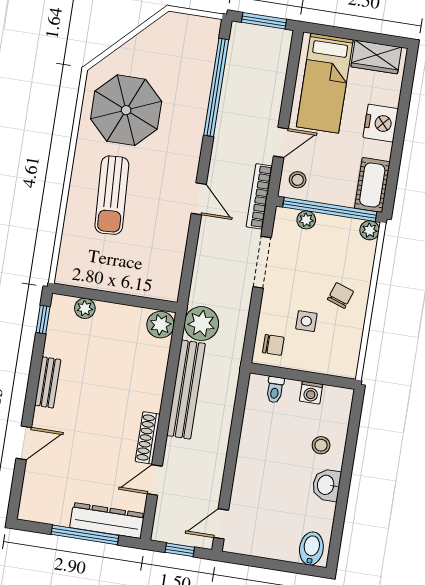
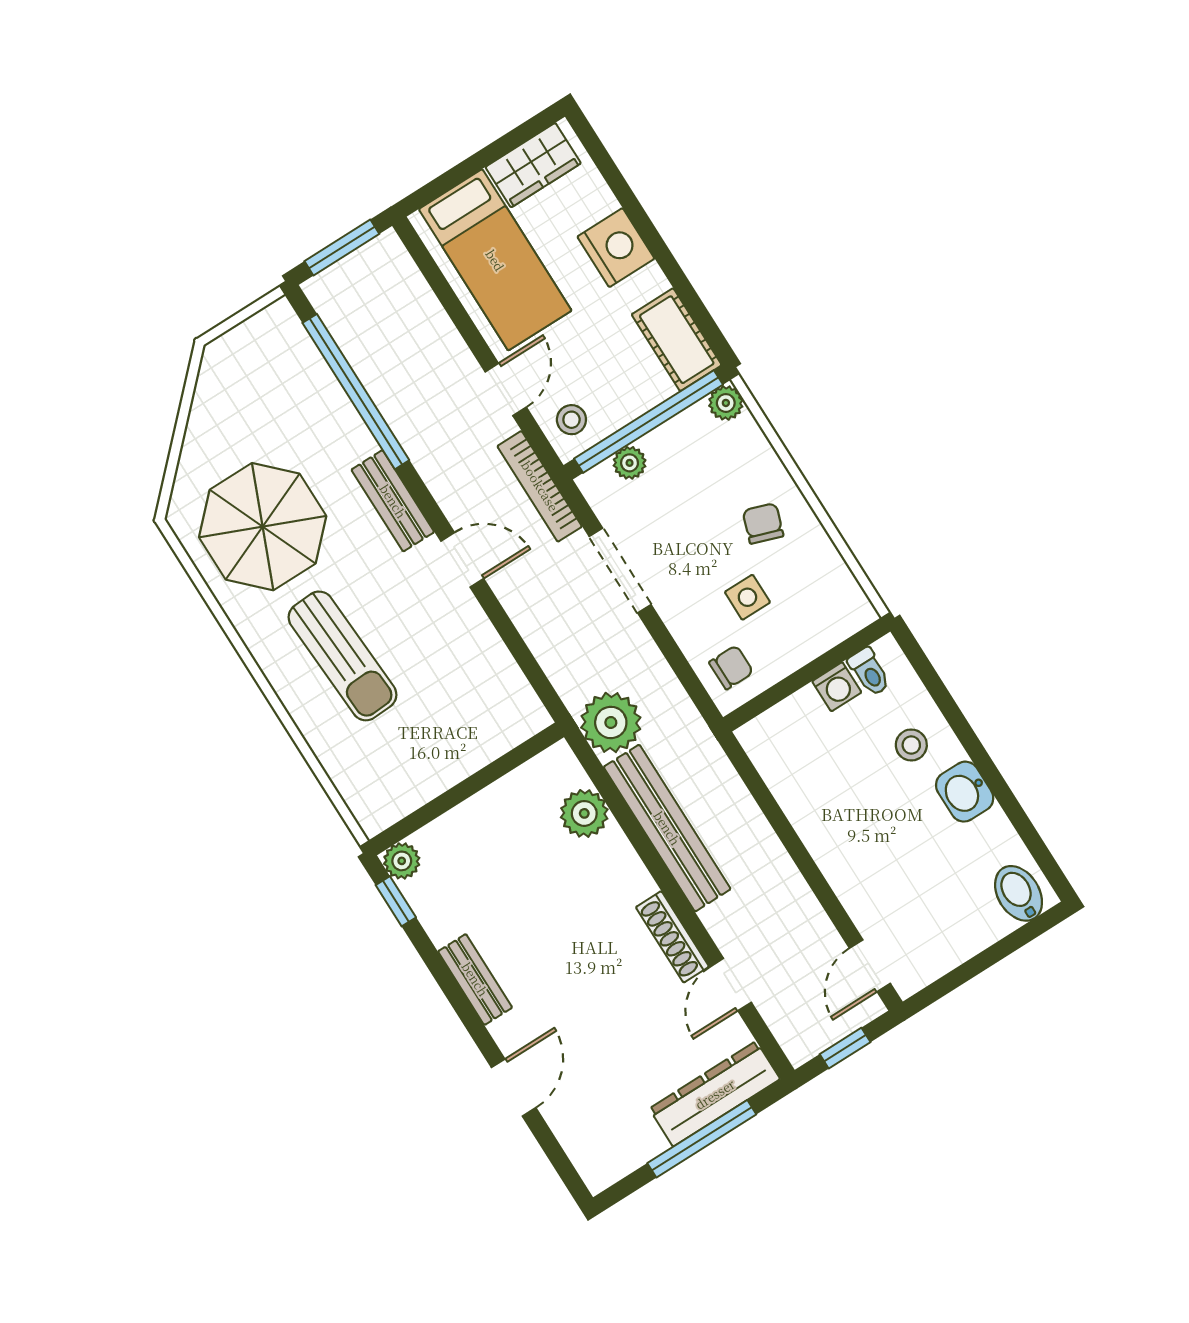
bench: (191, 148) -> (393, 501), added
plant: (85, 308) -> (402, 861), moved
plant: (160, 325) -> (584, 813), moved
toilet: (275, 390) -> (869, 672), moved

